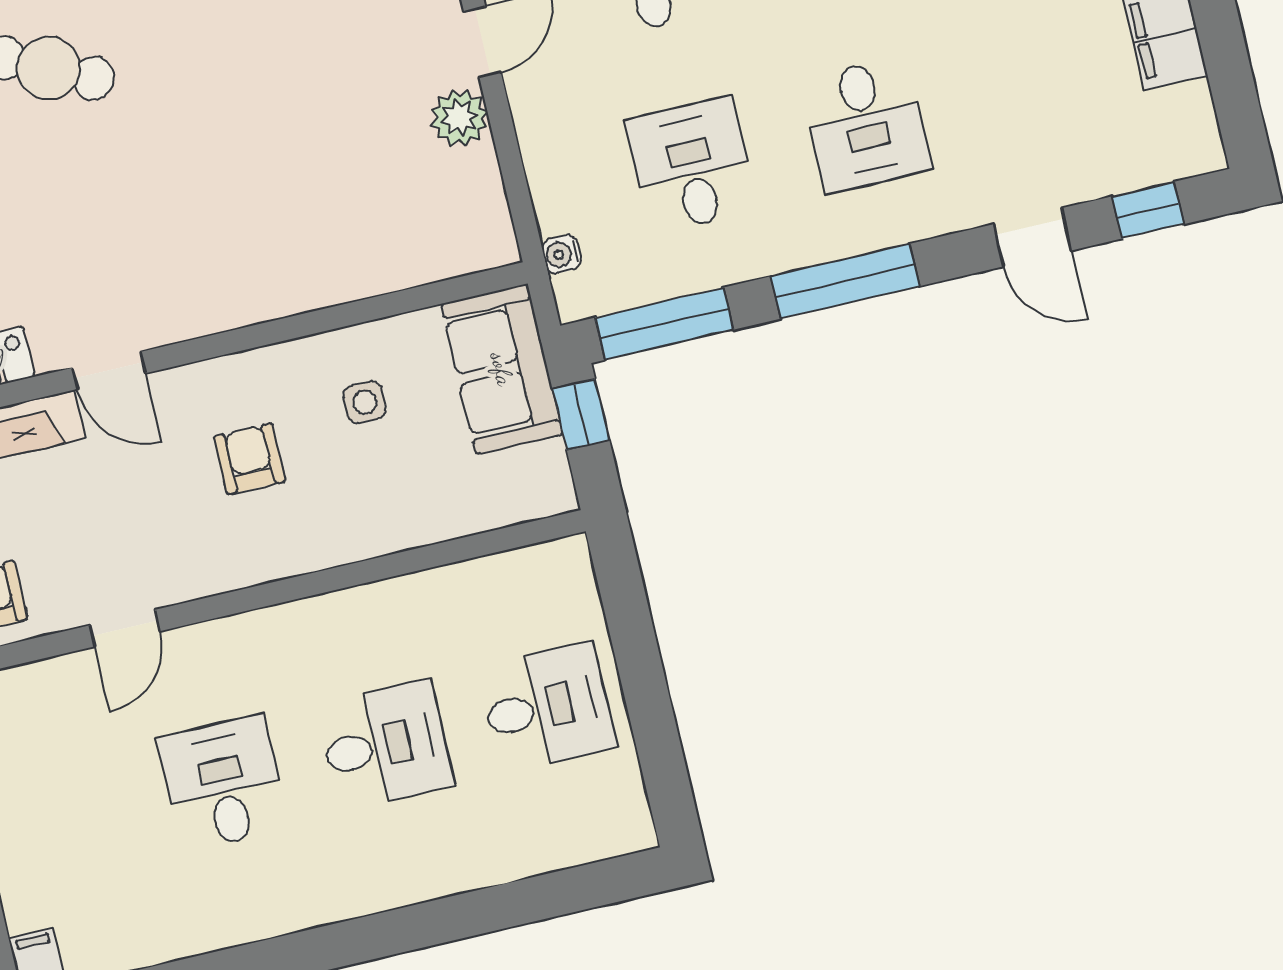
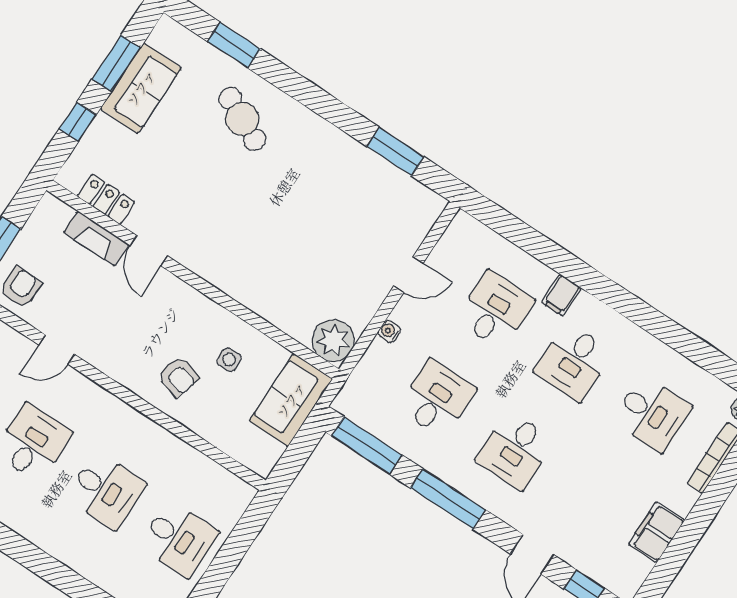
plant: (459, 118) -> (333, 341), moved, width x1.36, depth x1.36
water cooler: (562, 254) -> (389, 331), moved
window: (581, 414) -> (302, 446), removed
armchair: (250, 459) -> (178, 377), moved, turned 106

